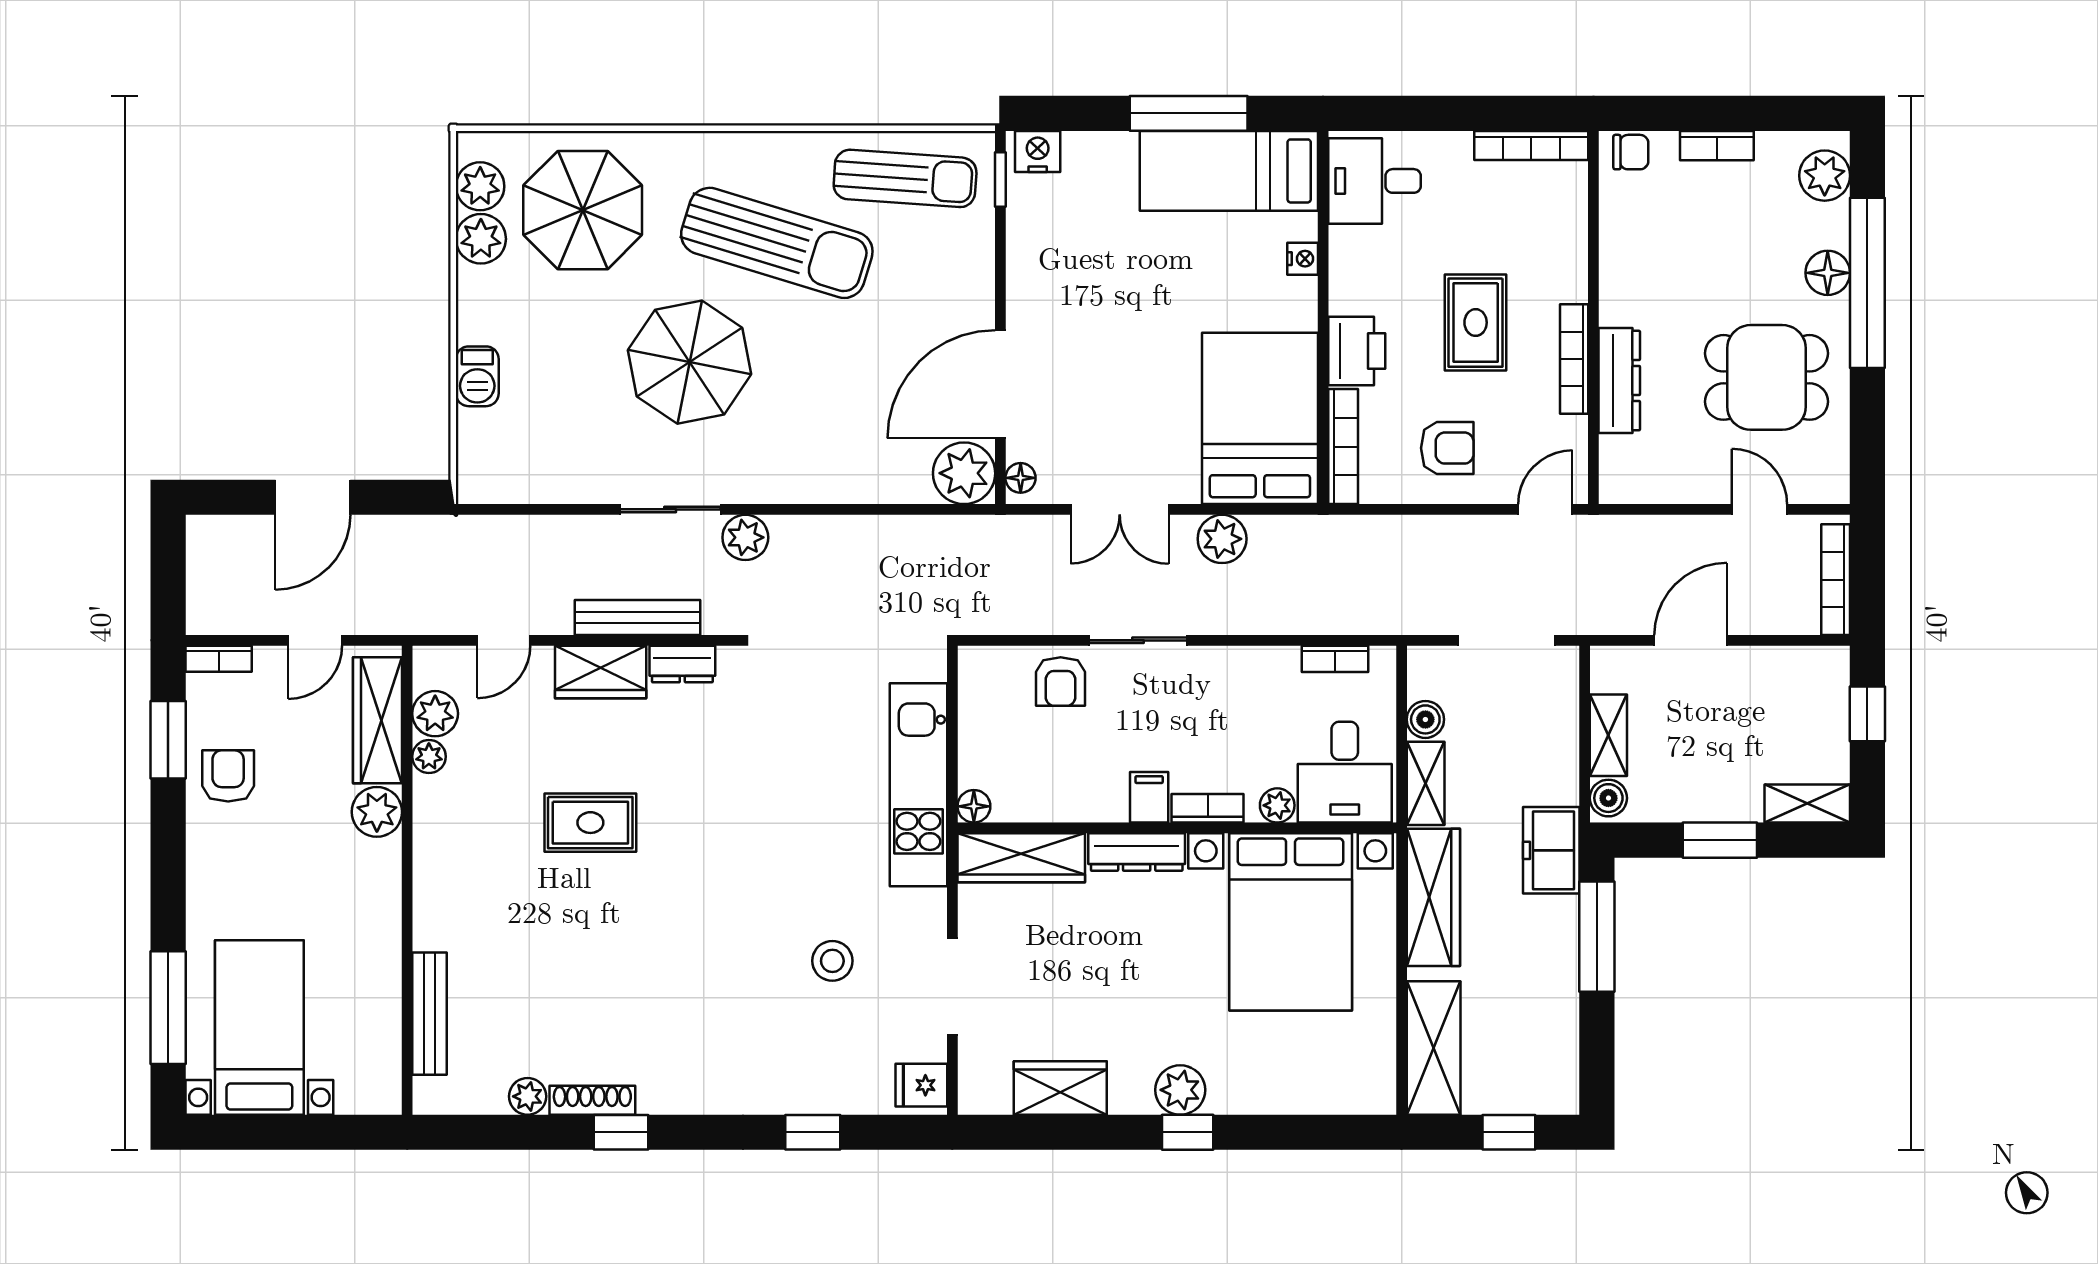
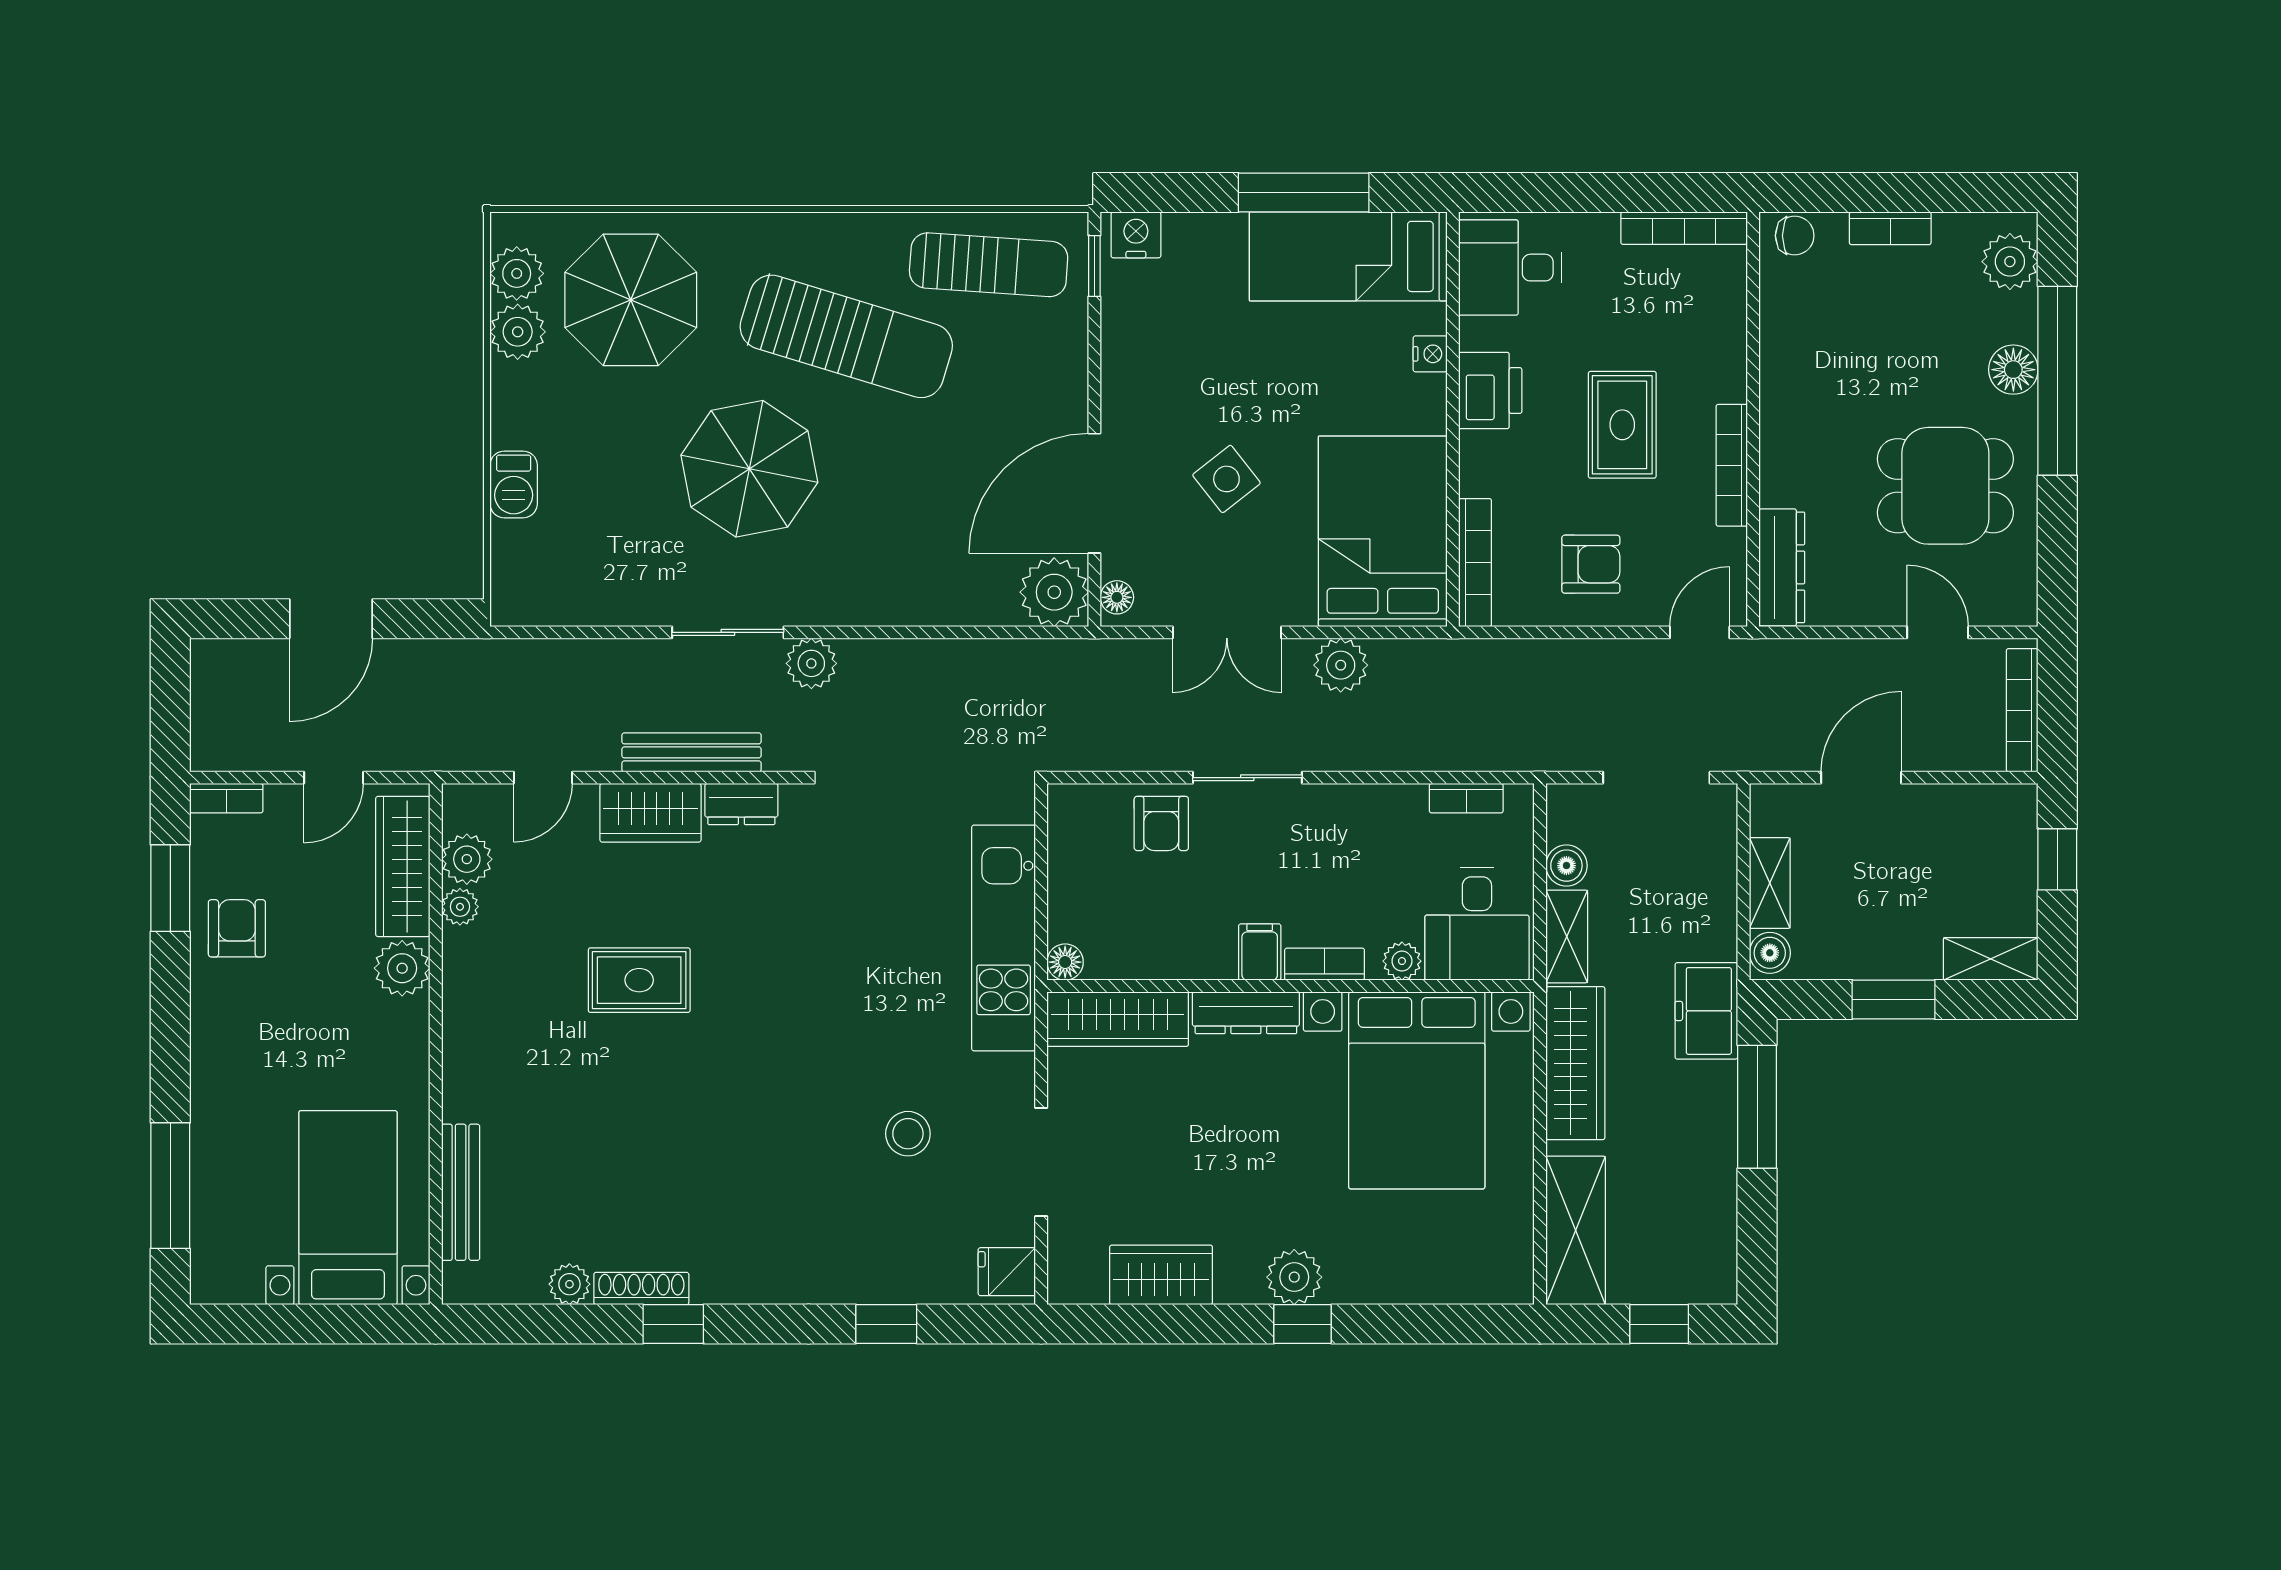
printer: (1357, 351) -> (1490, 391), moved
side table: (1119, 371) -> (1226, 479), added
dresser: (1619, 381) -> (1782, 567), moved
bed with nightstands: (259, 1028) -> (348, 1208), moved

